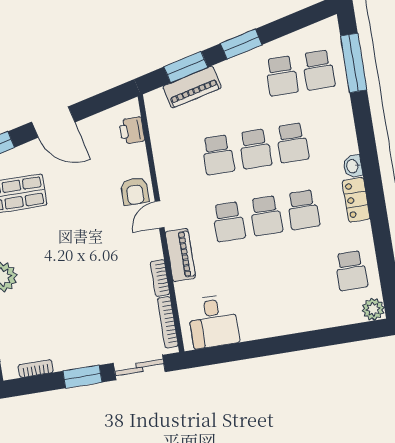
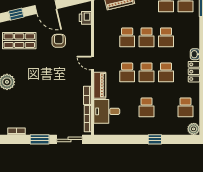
armchair: (135, 191) -> (59, 41), moved, turned 180
door: (160, 215) -> (92, 63), hinge flipped
school desk: (277, 283) -> (147, 107), added
desk: (213, 321) -> (107, 111), moved, turned 90
window: (303, 341) -> (155, 139), added

